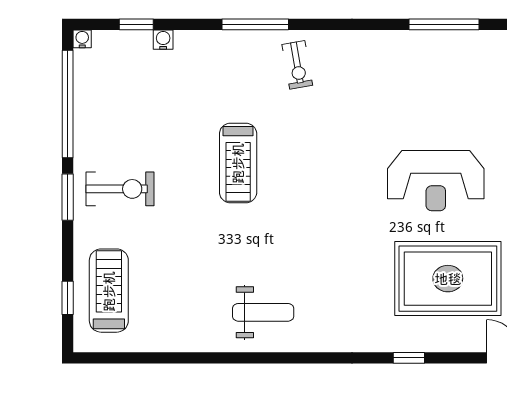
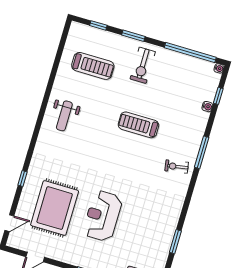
window: (444, 24) -> (175, 242), width x0.69
window: (68, 197) -> (133, 36), moved
treadmill: (109, 291) -> (93, 66), moved

